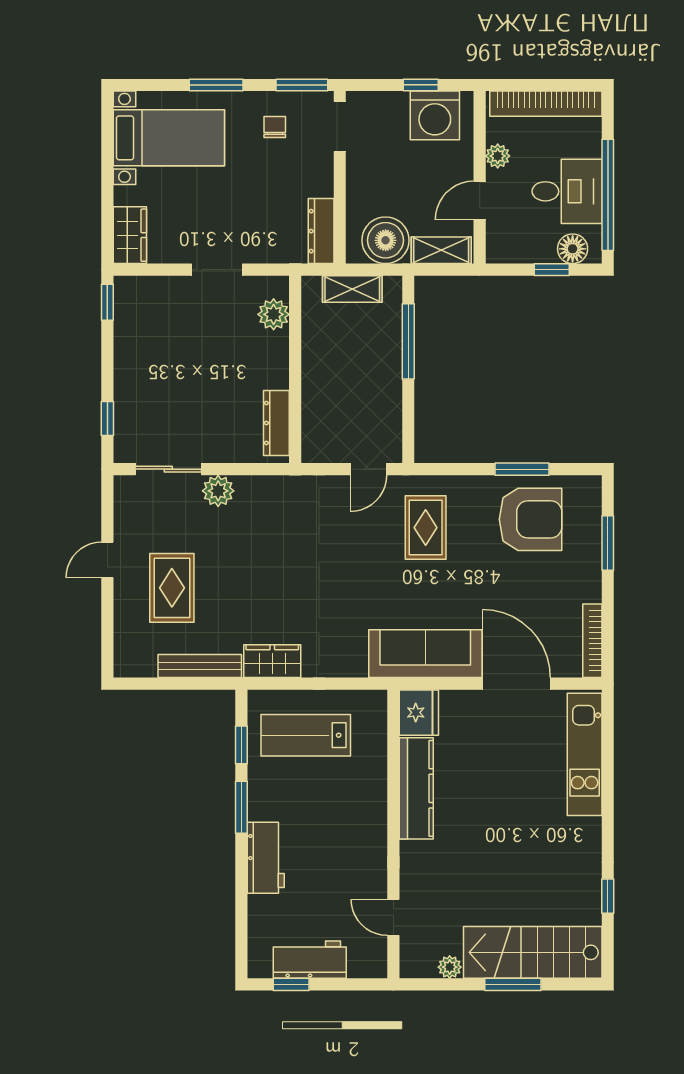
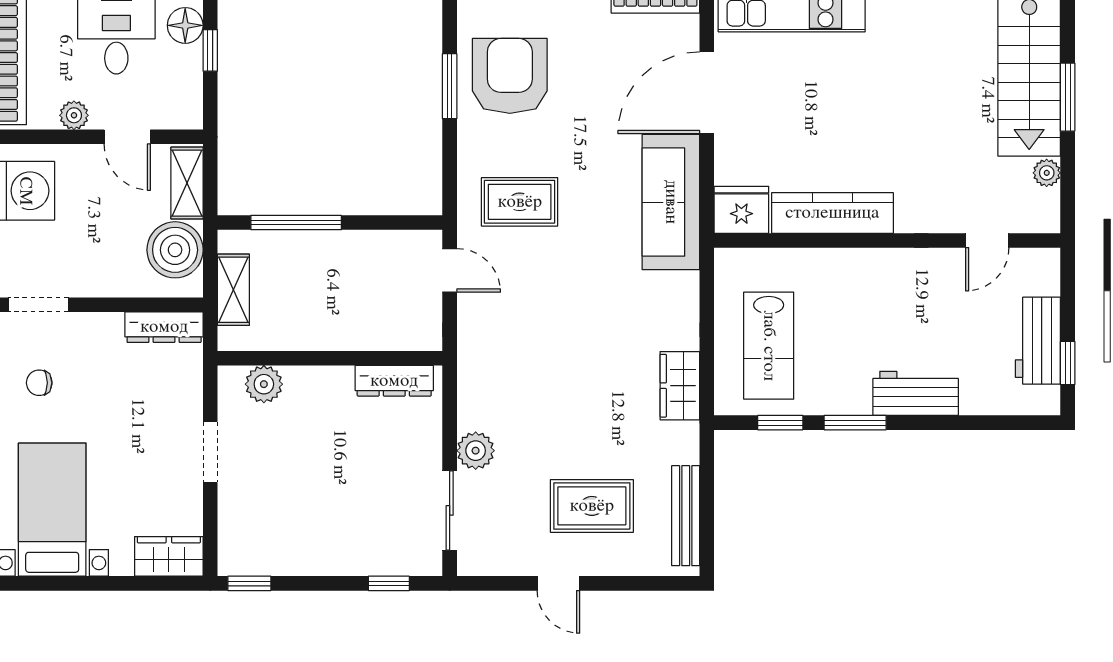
bench: (200, 666) -> (686, 516), moved

